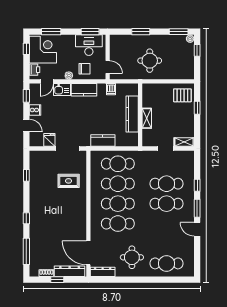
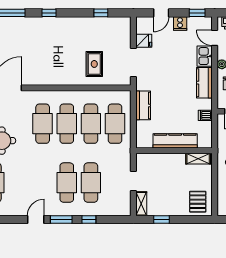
window: (197, 108) -> (162, 220), moved
shelving: (147, 118) -> (198, 159), moved

